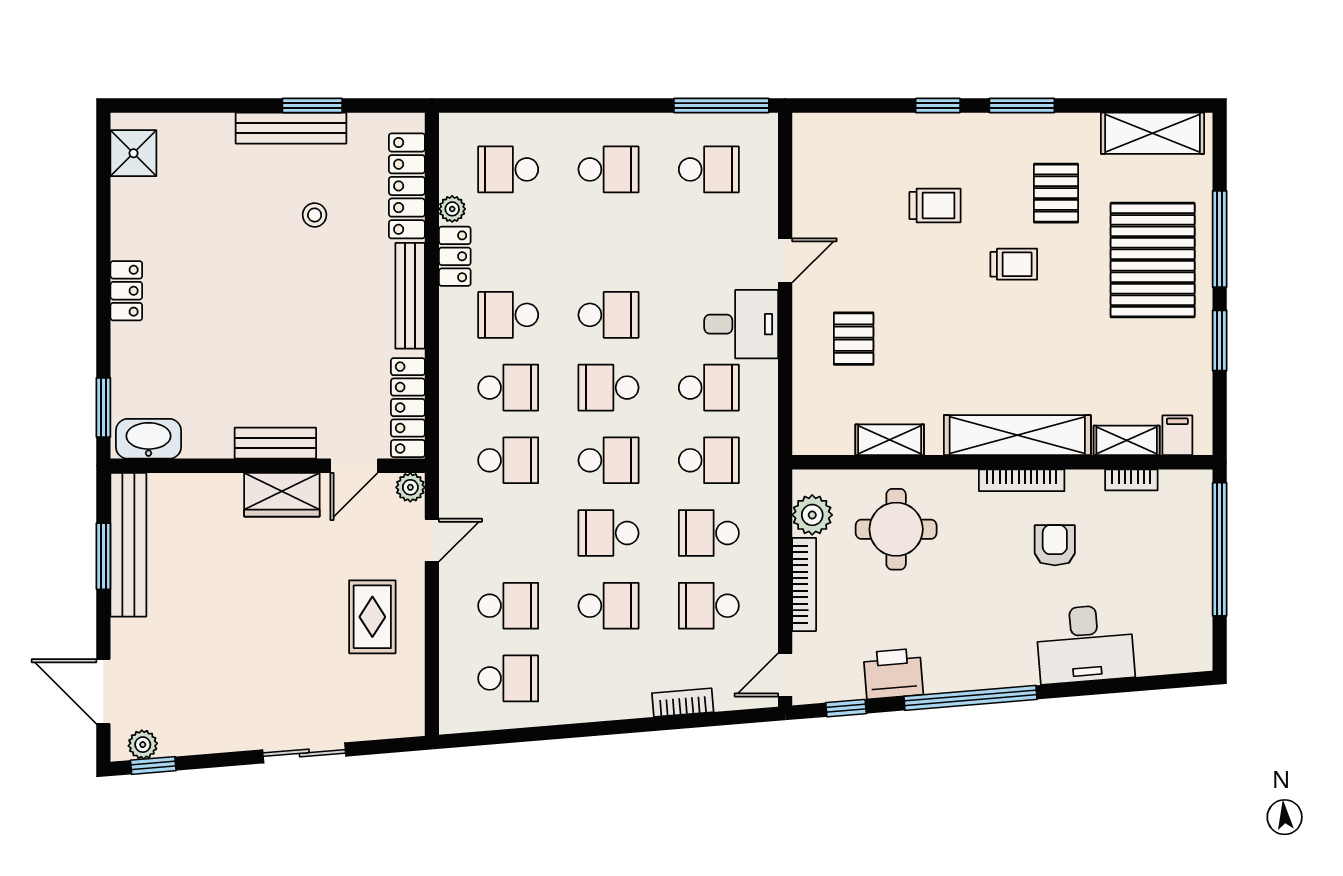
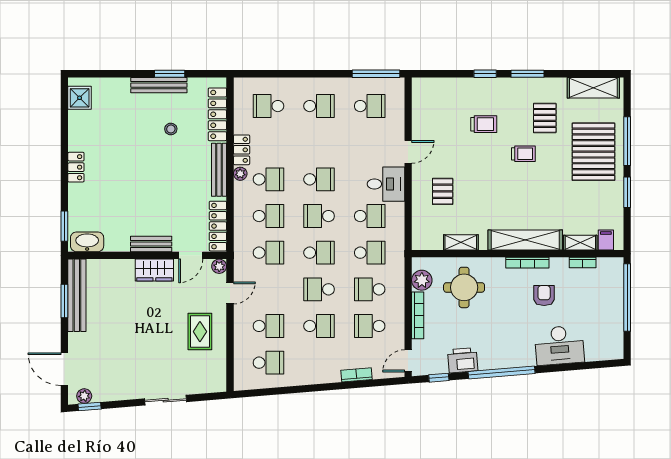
plant: (452, 209) -> (240, 174), moved
school desk: (508, 315) -> (268, 179), turned 180

